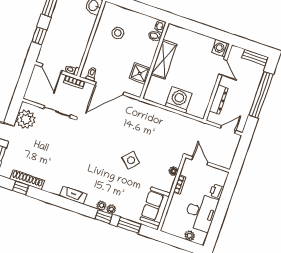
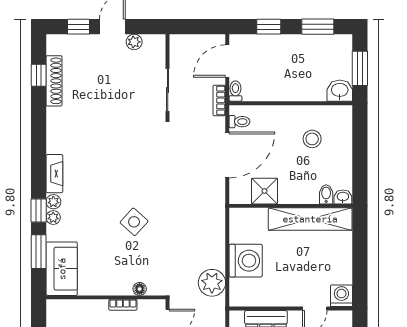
shelving: (164, 59) -> (310, 219), width x1.47
door: (110, 89) -> (227, 155), swing flipped
plant: (26, 119) -> (134, 42), width x0.53, depth x0.53
plant: (185, 125) -> (212, 283), added
fireplace: (73, 195) -> (54, 174), moved
sofa: (155, 207) -> (62, 269), moved, turned 90

